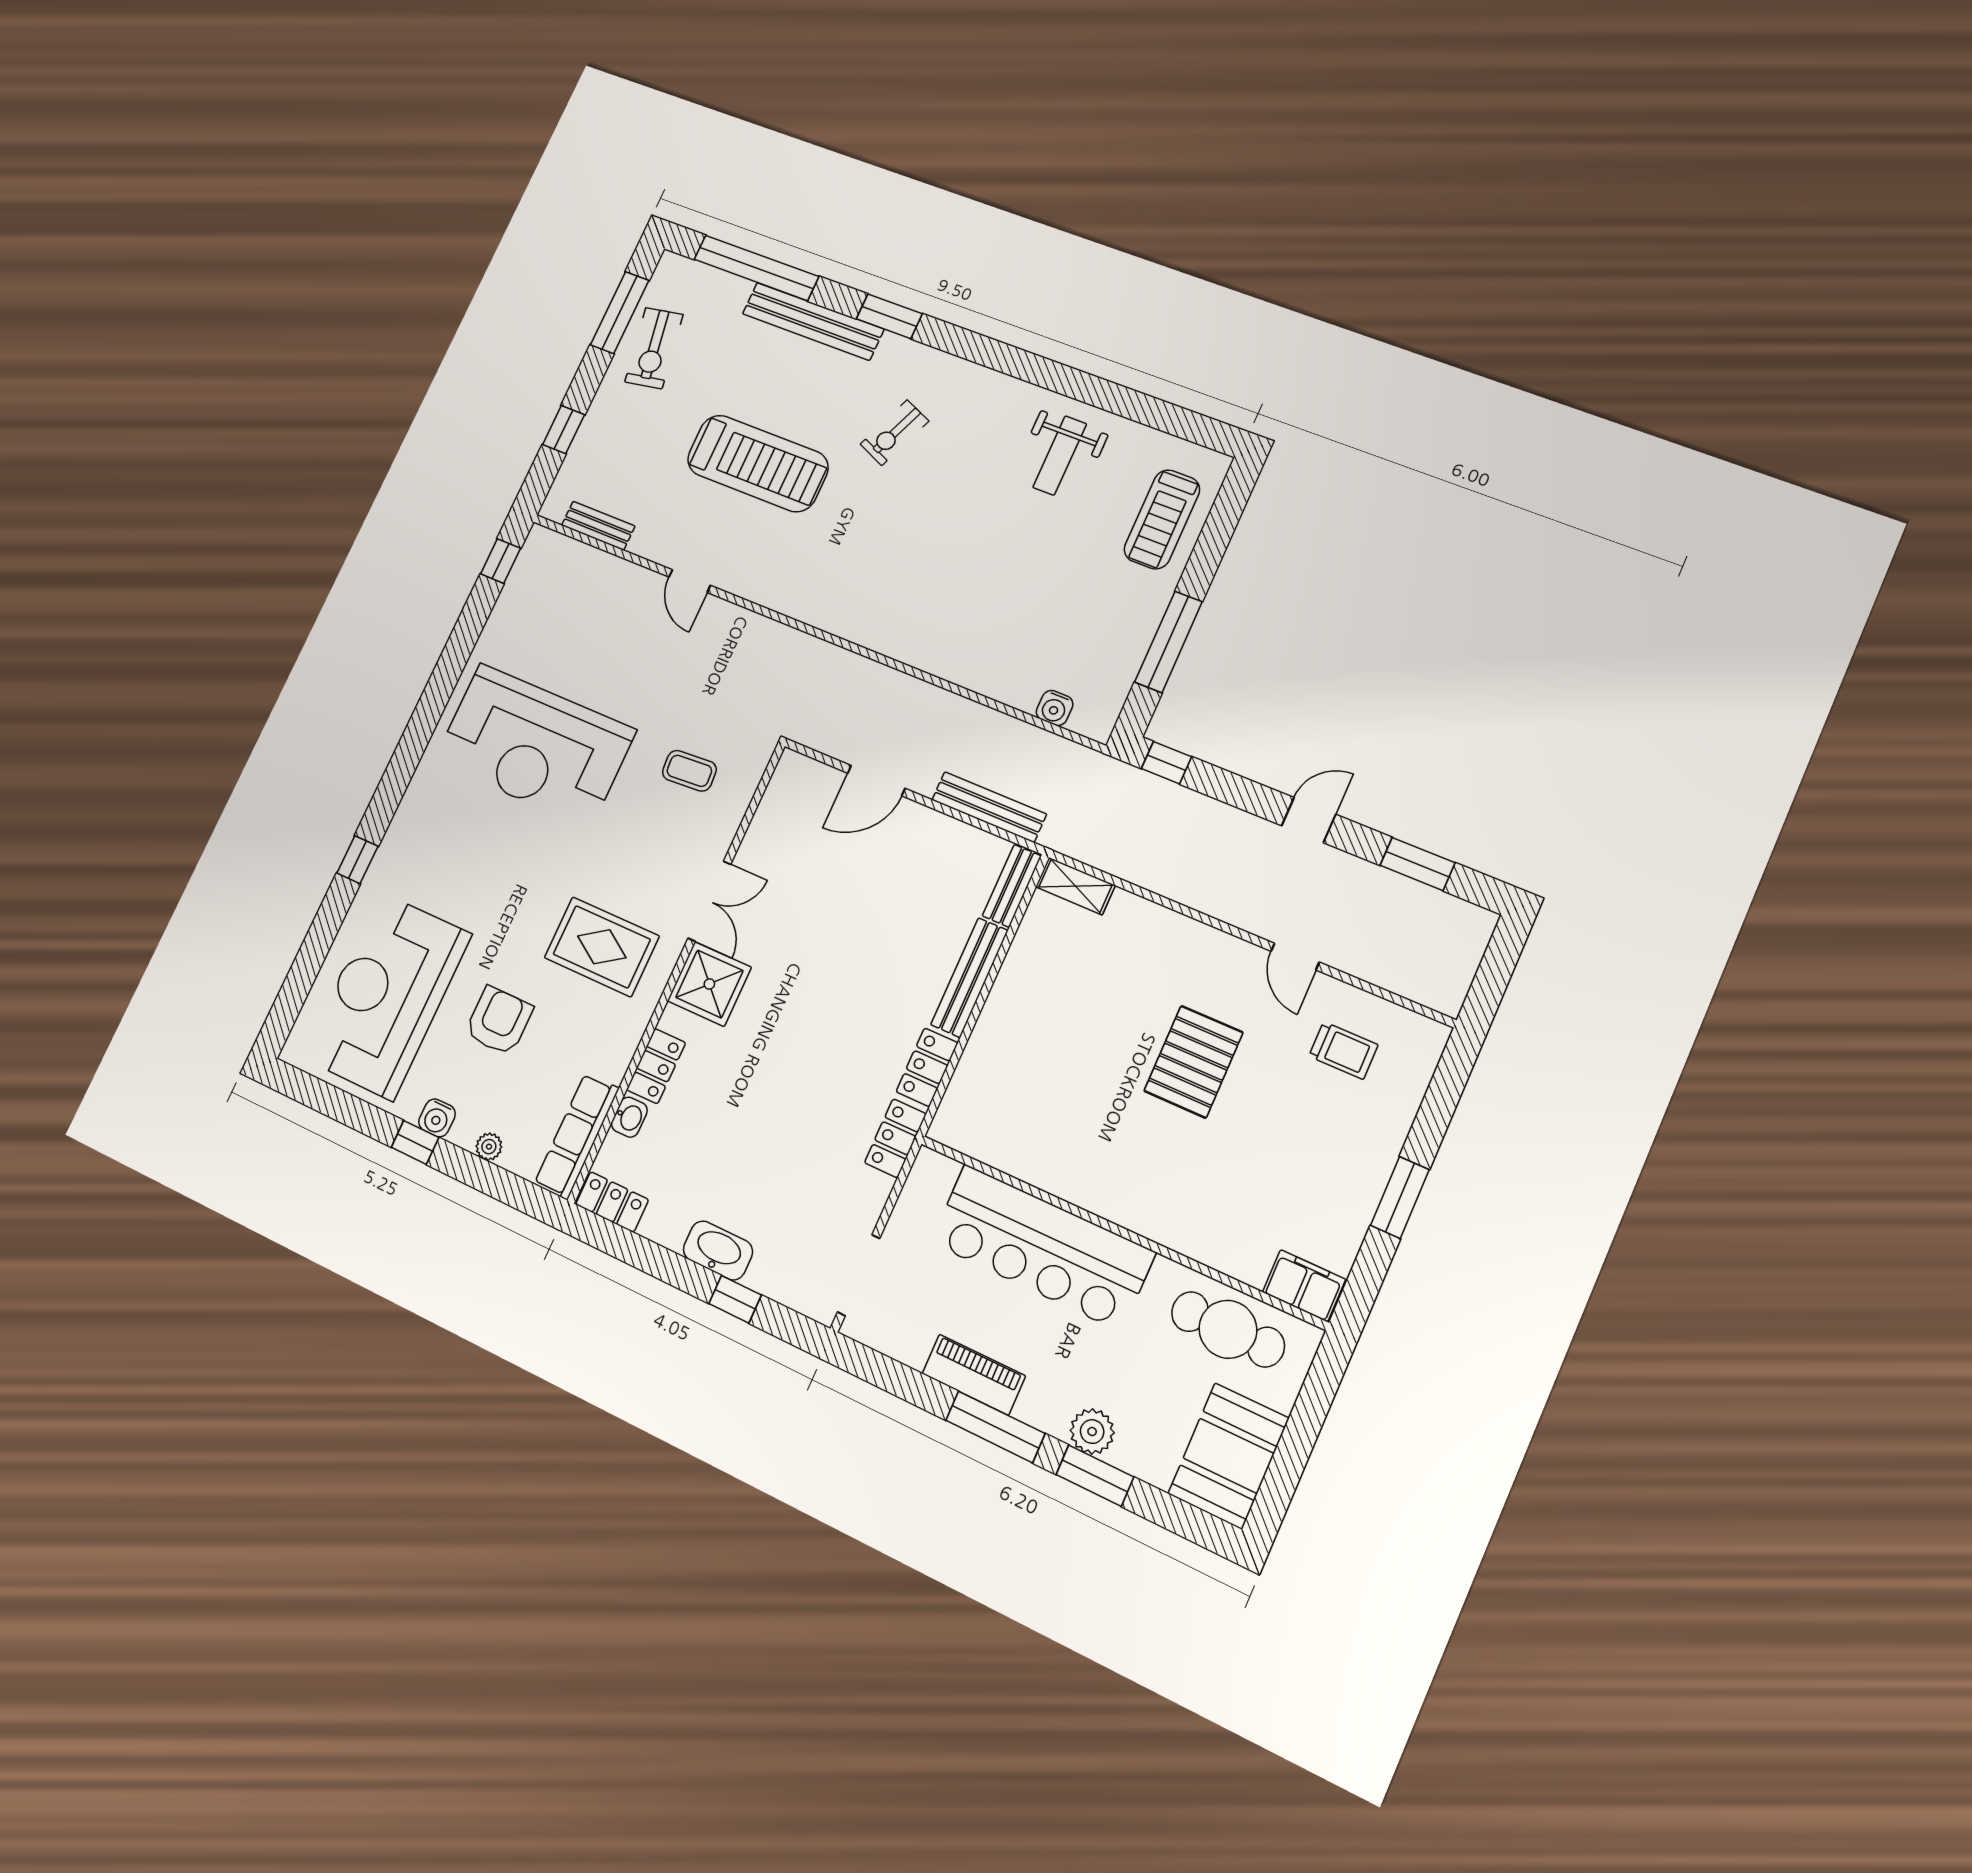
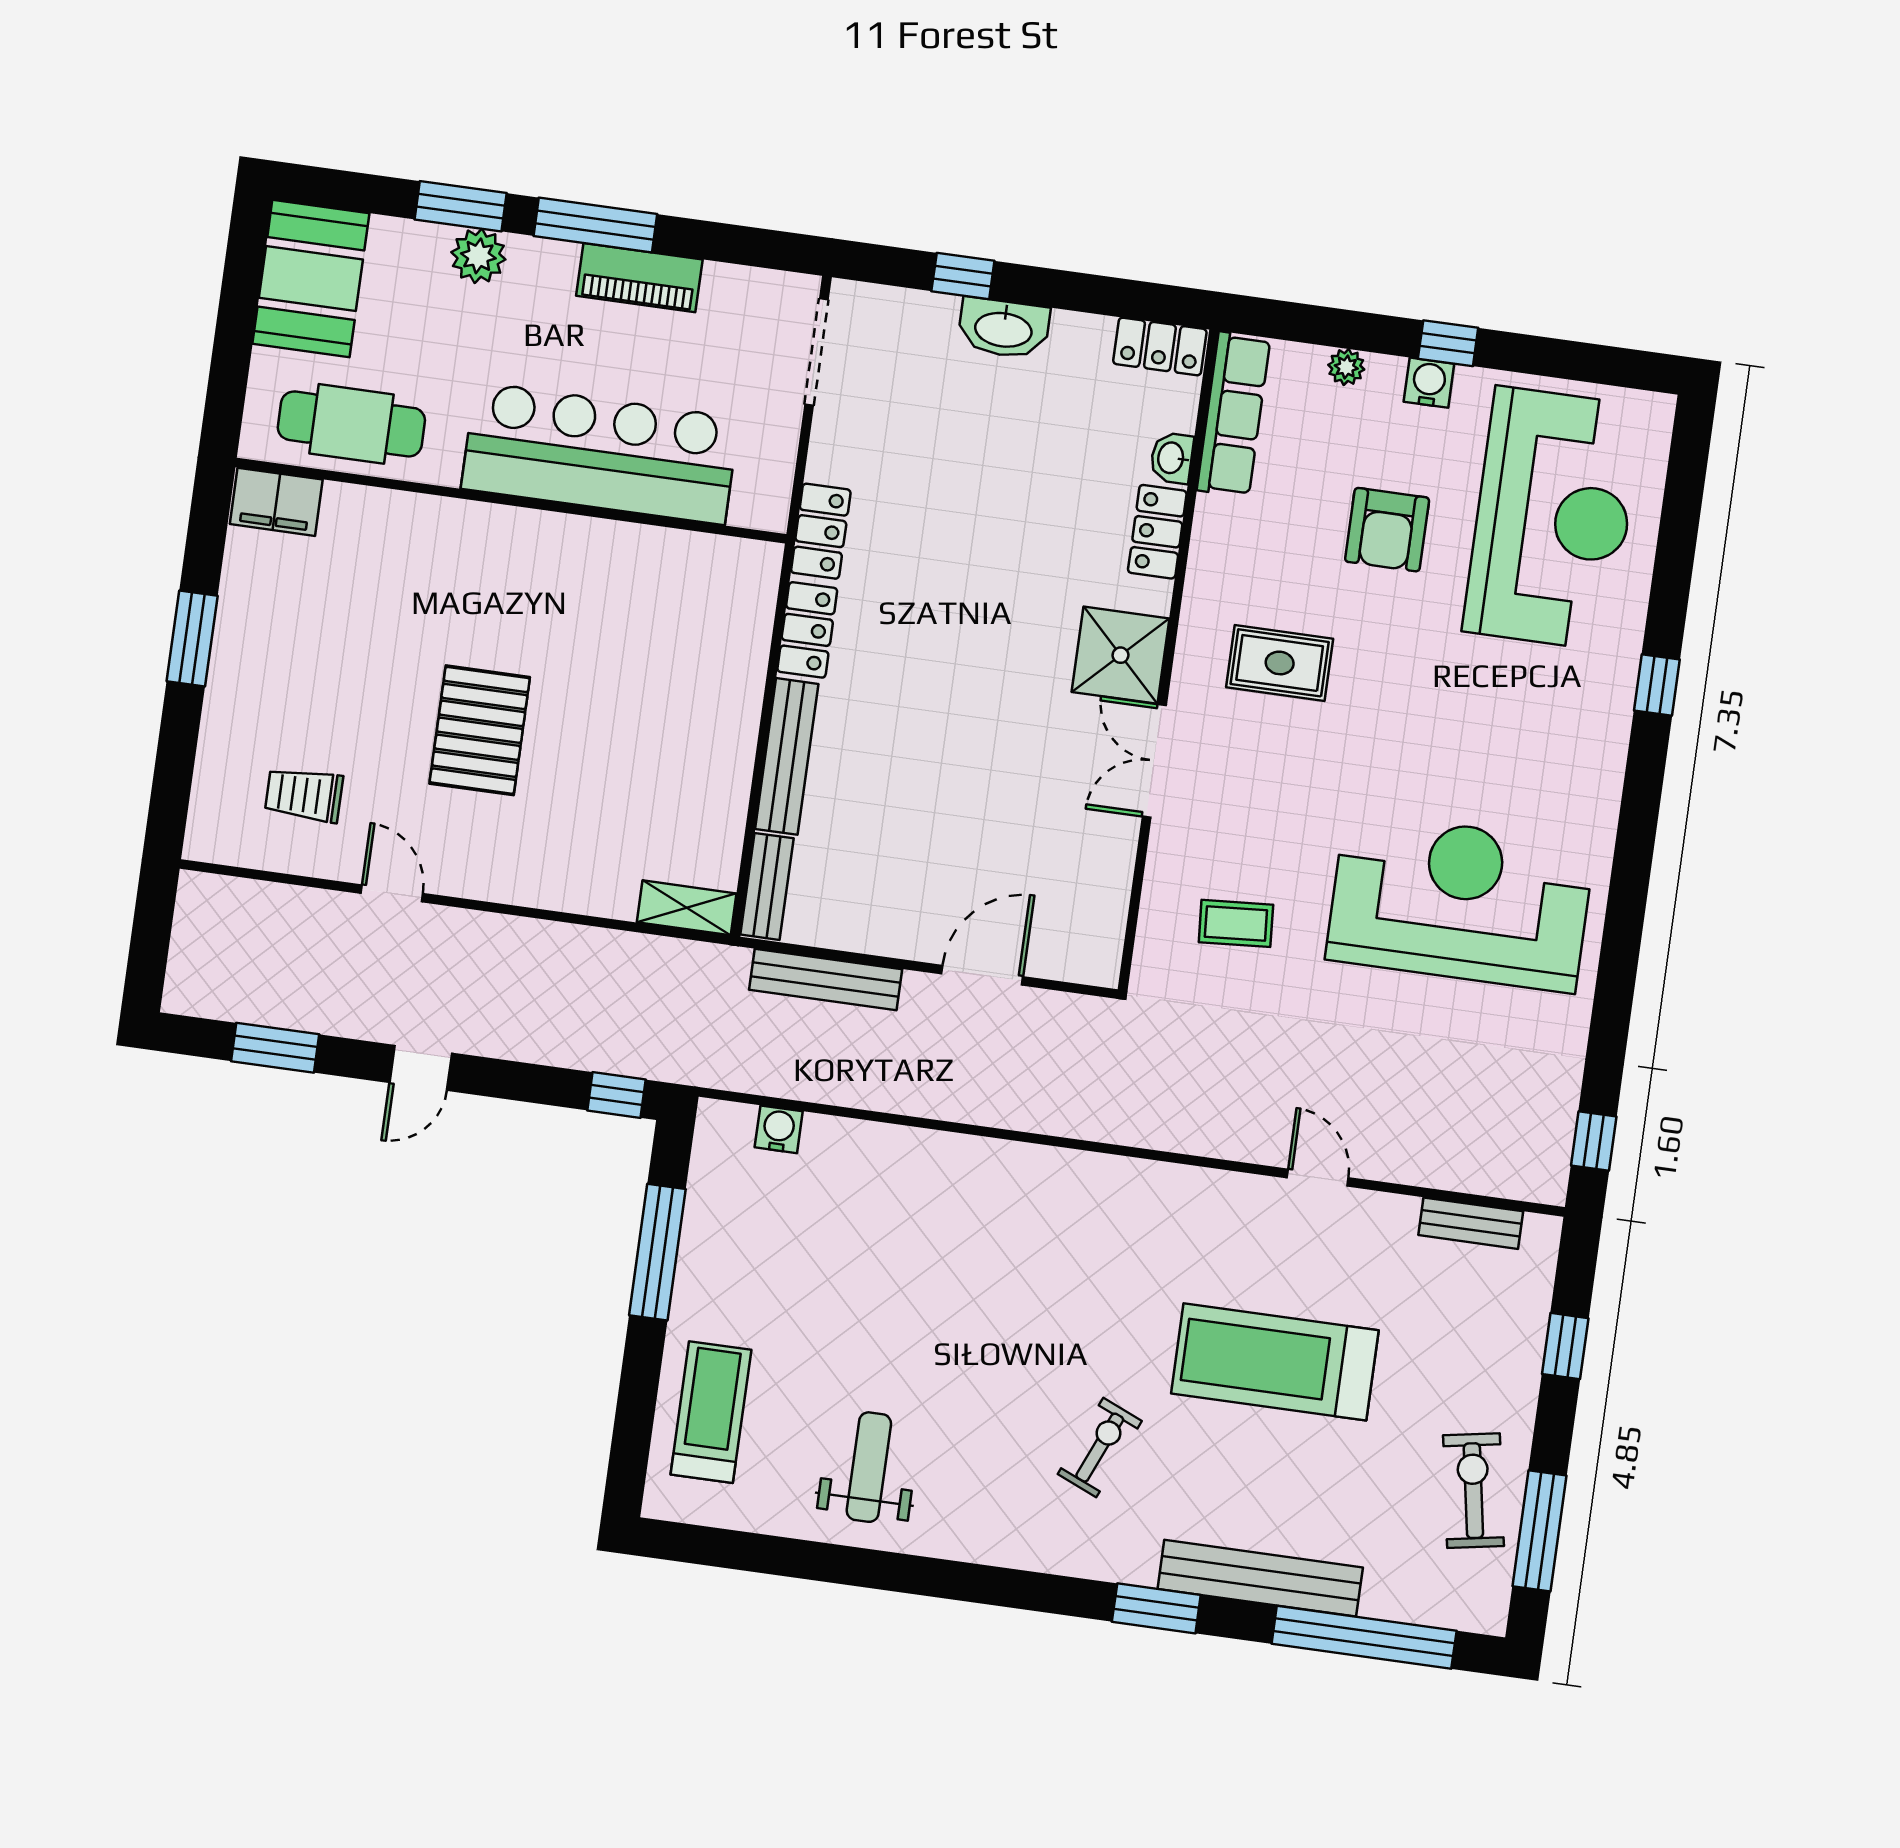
rug: (602, 947) -> (1280, 663), width x0.73, depth x0.70

